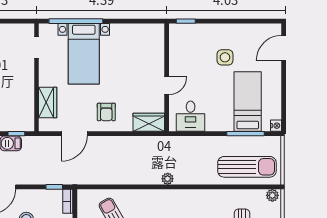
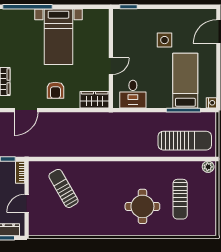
bed with nightstands: (84, 54) -> (58, 37), moved
plant: (168, 179) -> (112, 152), removed

